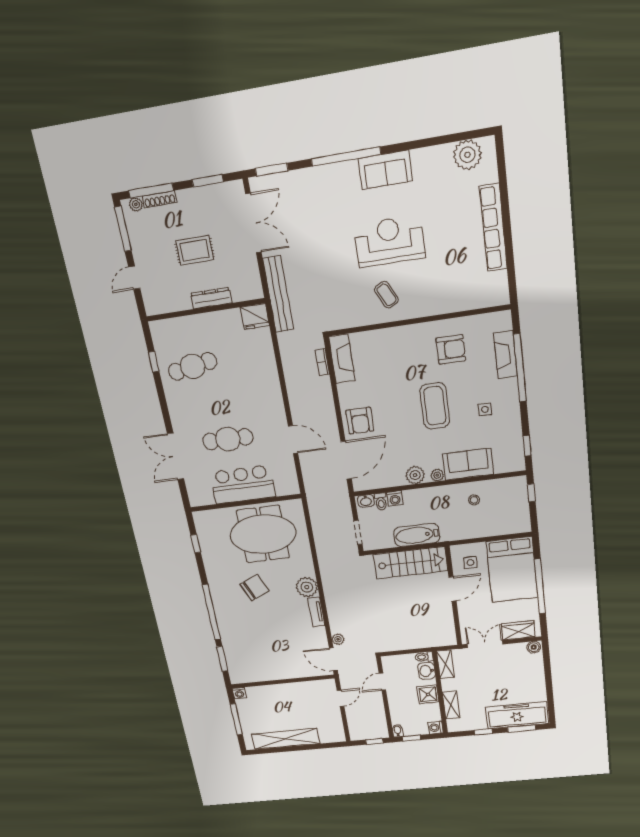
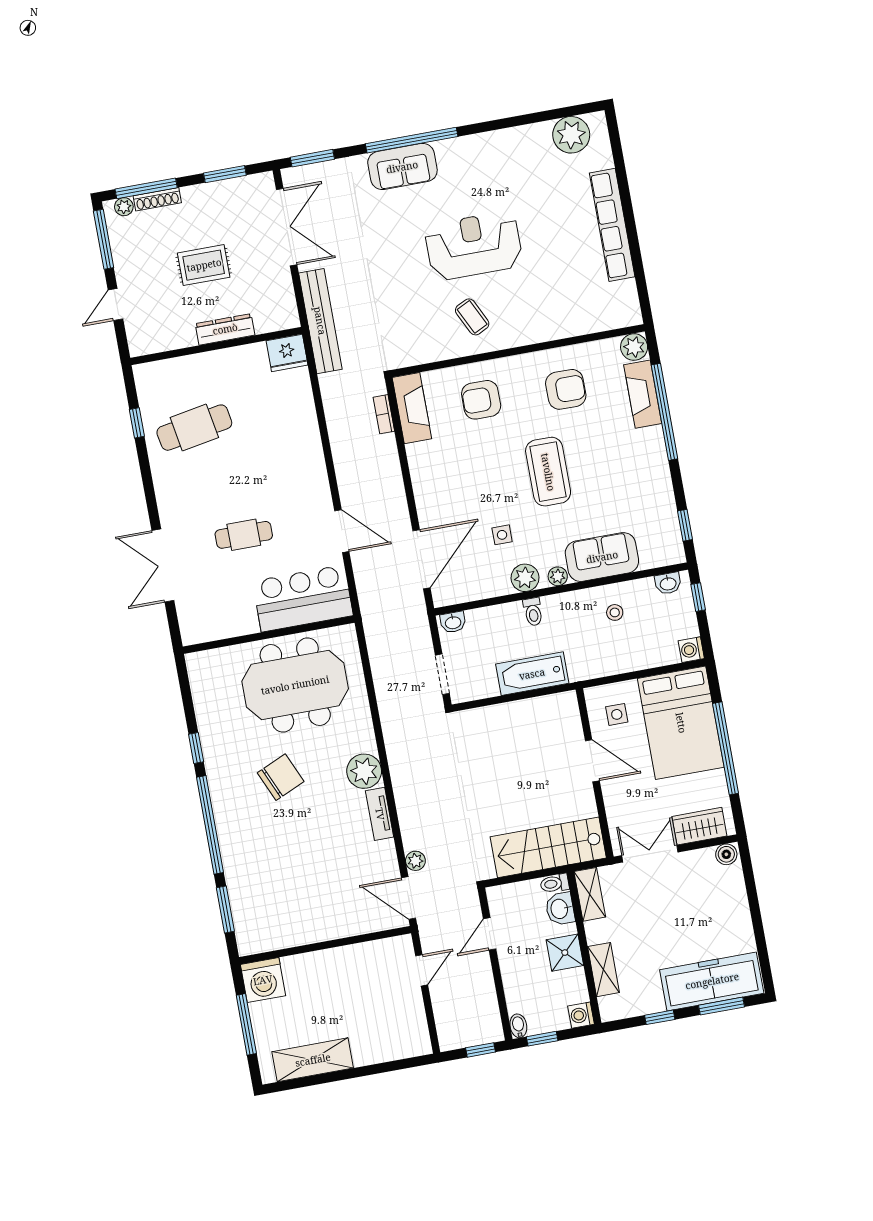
sofa: (385, 170) -> (402, 167), moved
plant: (502, 321) -> (634, 347), added
side table: (485, 409) -> (502, 535), moved
armchair: (360, 421) -> (481, 400), moved, turned 90
cafe table: (228, 439) -> (244, 535), width x0.73, depth x0.74
washbasin: (512, 483) -> (668, 583), added
bar counter: (243, 484) -> (303, 598), moved
washing machine: (395, 498) -> (691, 650), moved, turned 90
toilet: (381, 502) -> (533, 612), moved
window: (196, 544) -> (196, 748), moved
stairs: (410, 563) -> (548, 847), moved, turned 180
door: (453, 589) -> (592, 761), hinge flipped
washing machine: (239, 693) -> (263, 980), width x1.89, depth x1.89
shelving: (286, 739) -> (313, 1060), width x0.68

